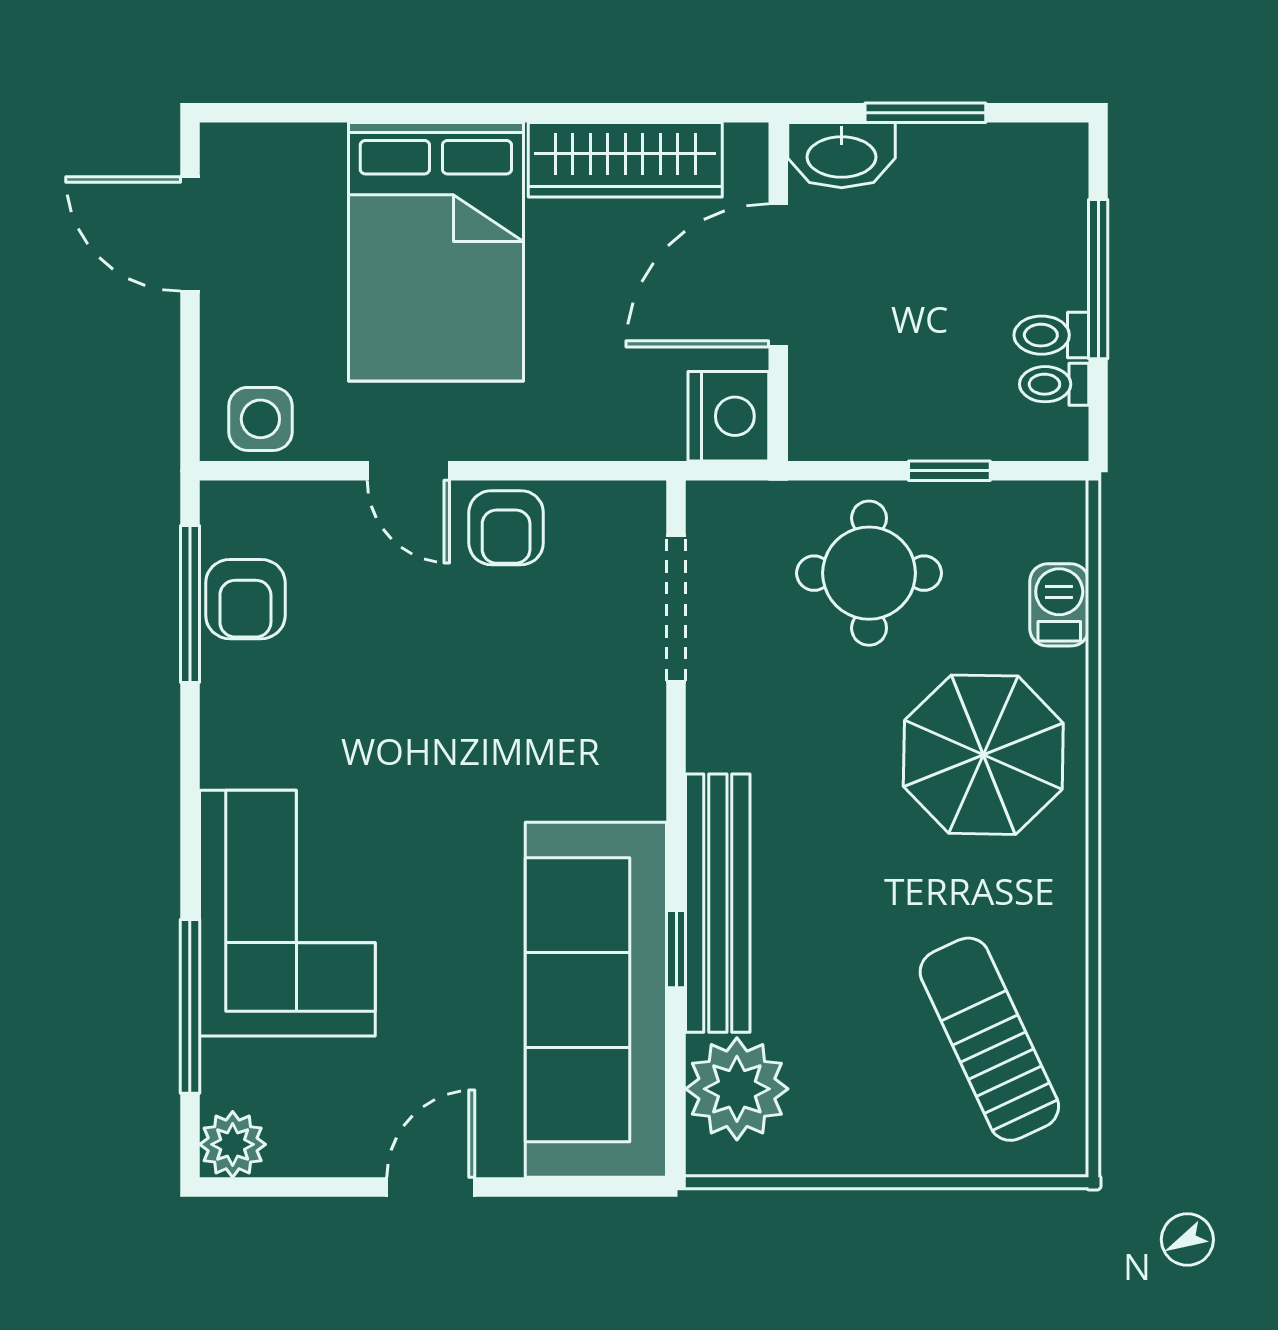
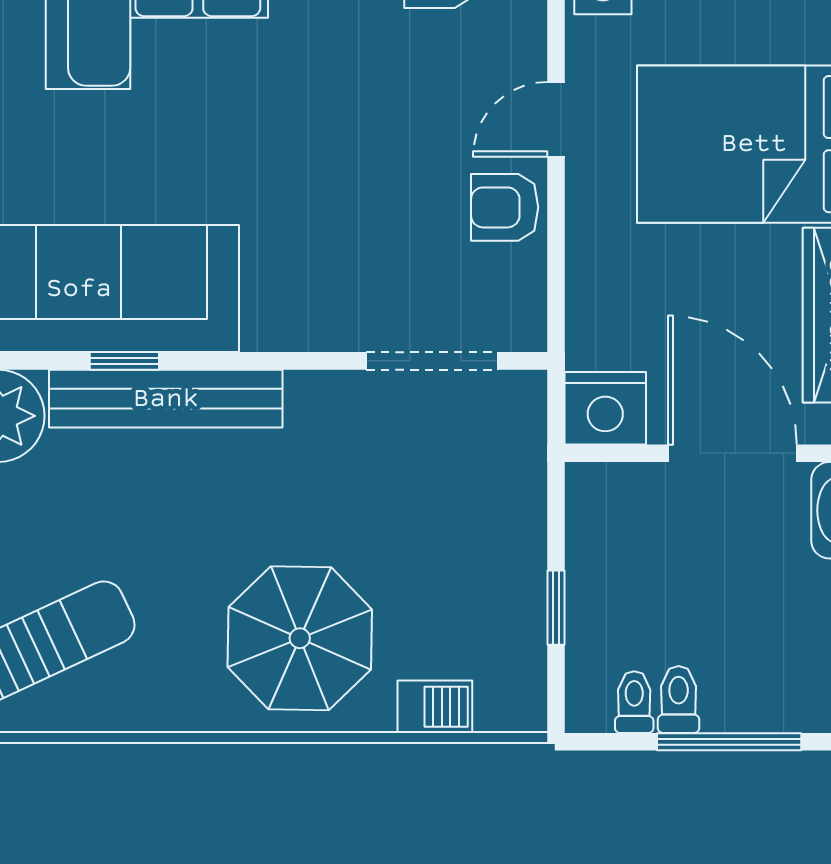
round table: (869, 573) -> (464, 535), removed

